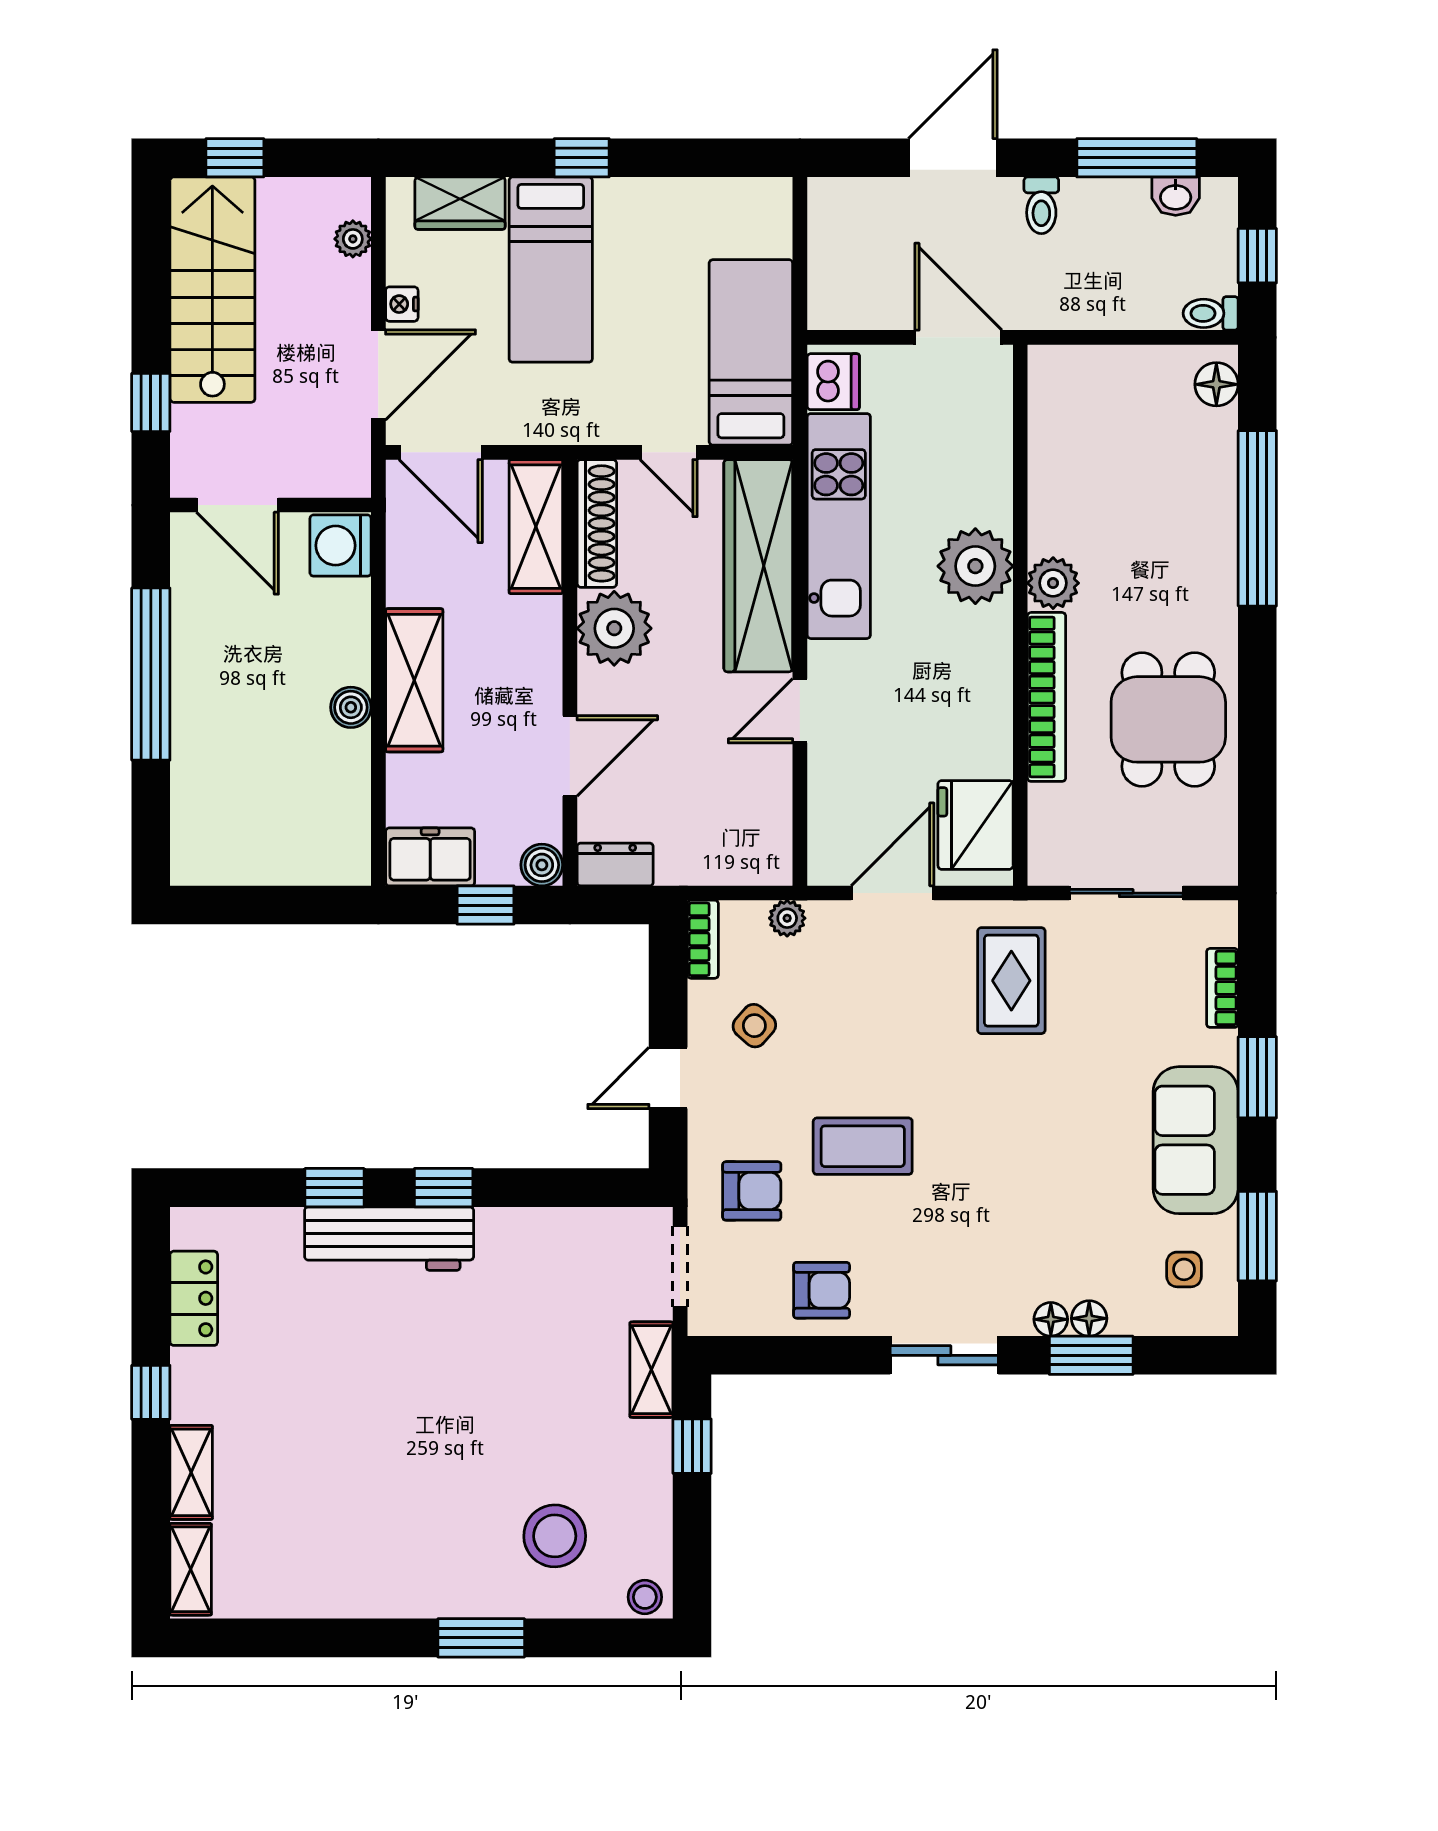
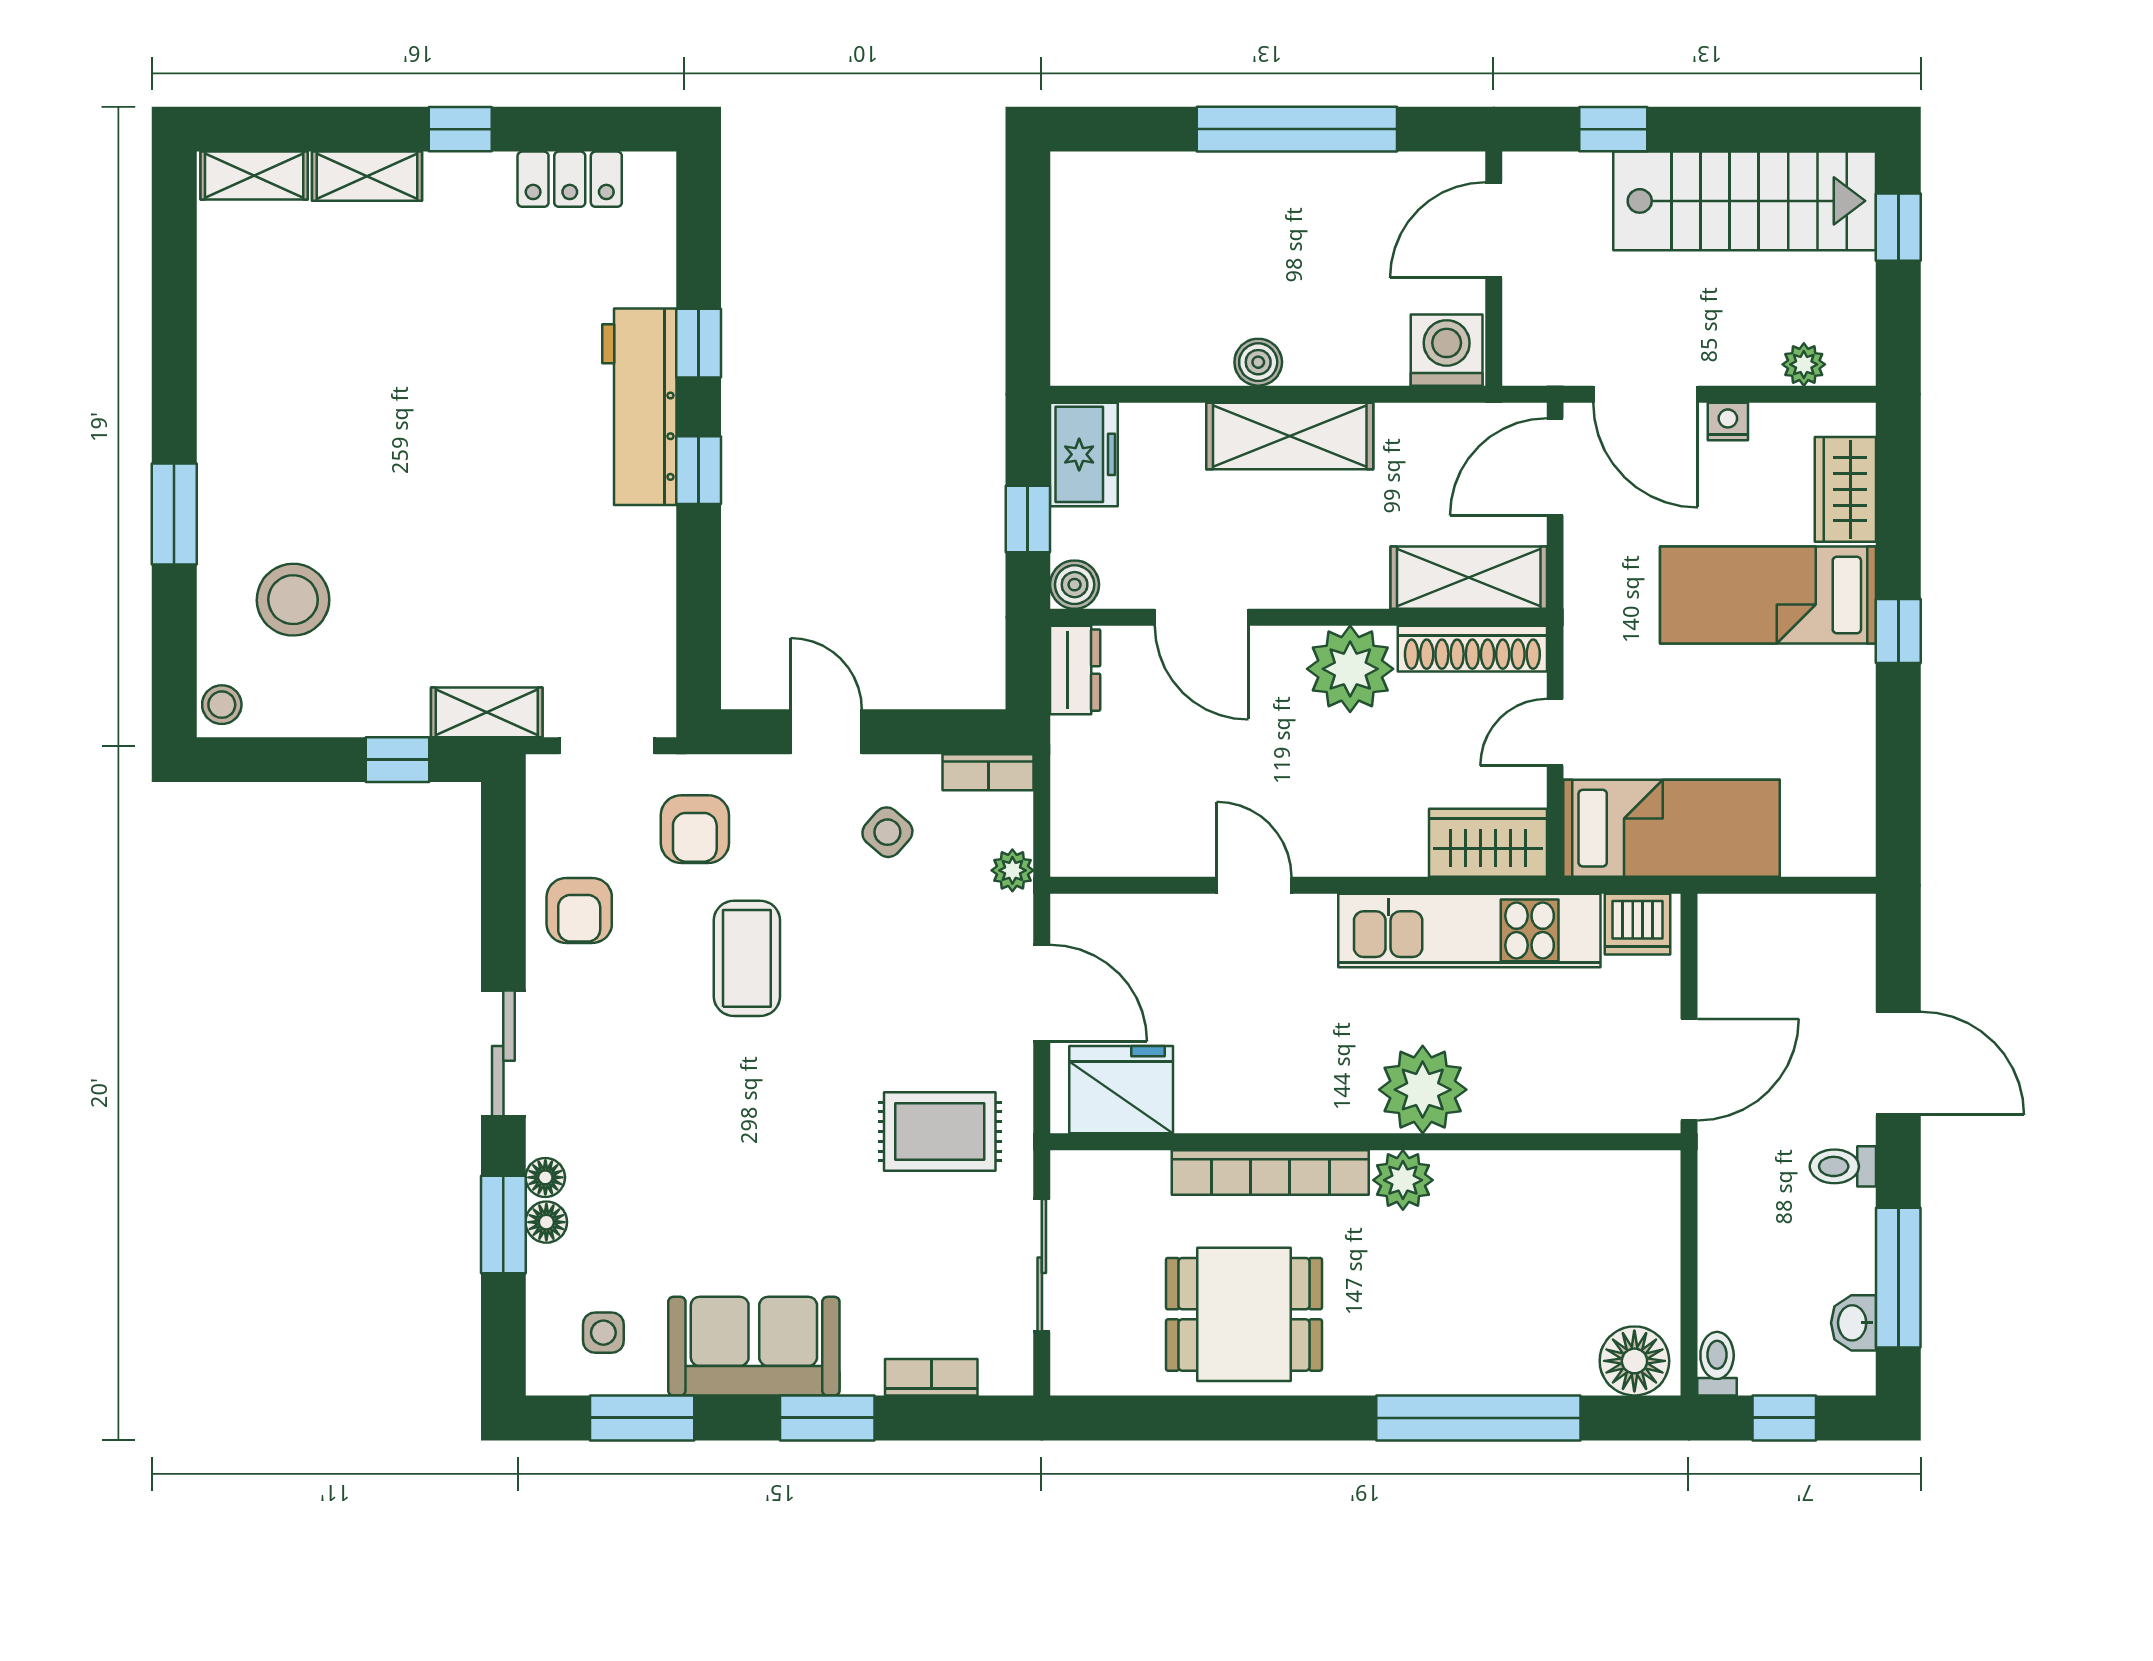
floor lamp: (1216, 384) -> (1634, 1361), width x1.38, depth x1.38
wardrobe: (758, 566) -> (1488, 843), width x0.48, depth x0.85

